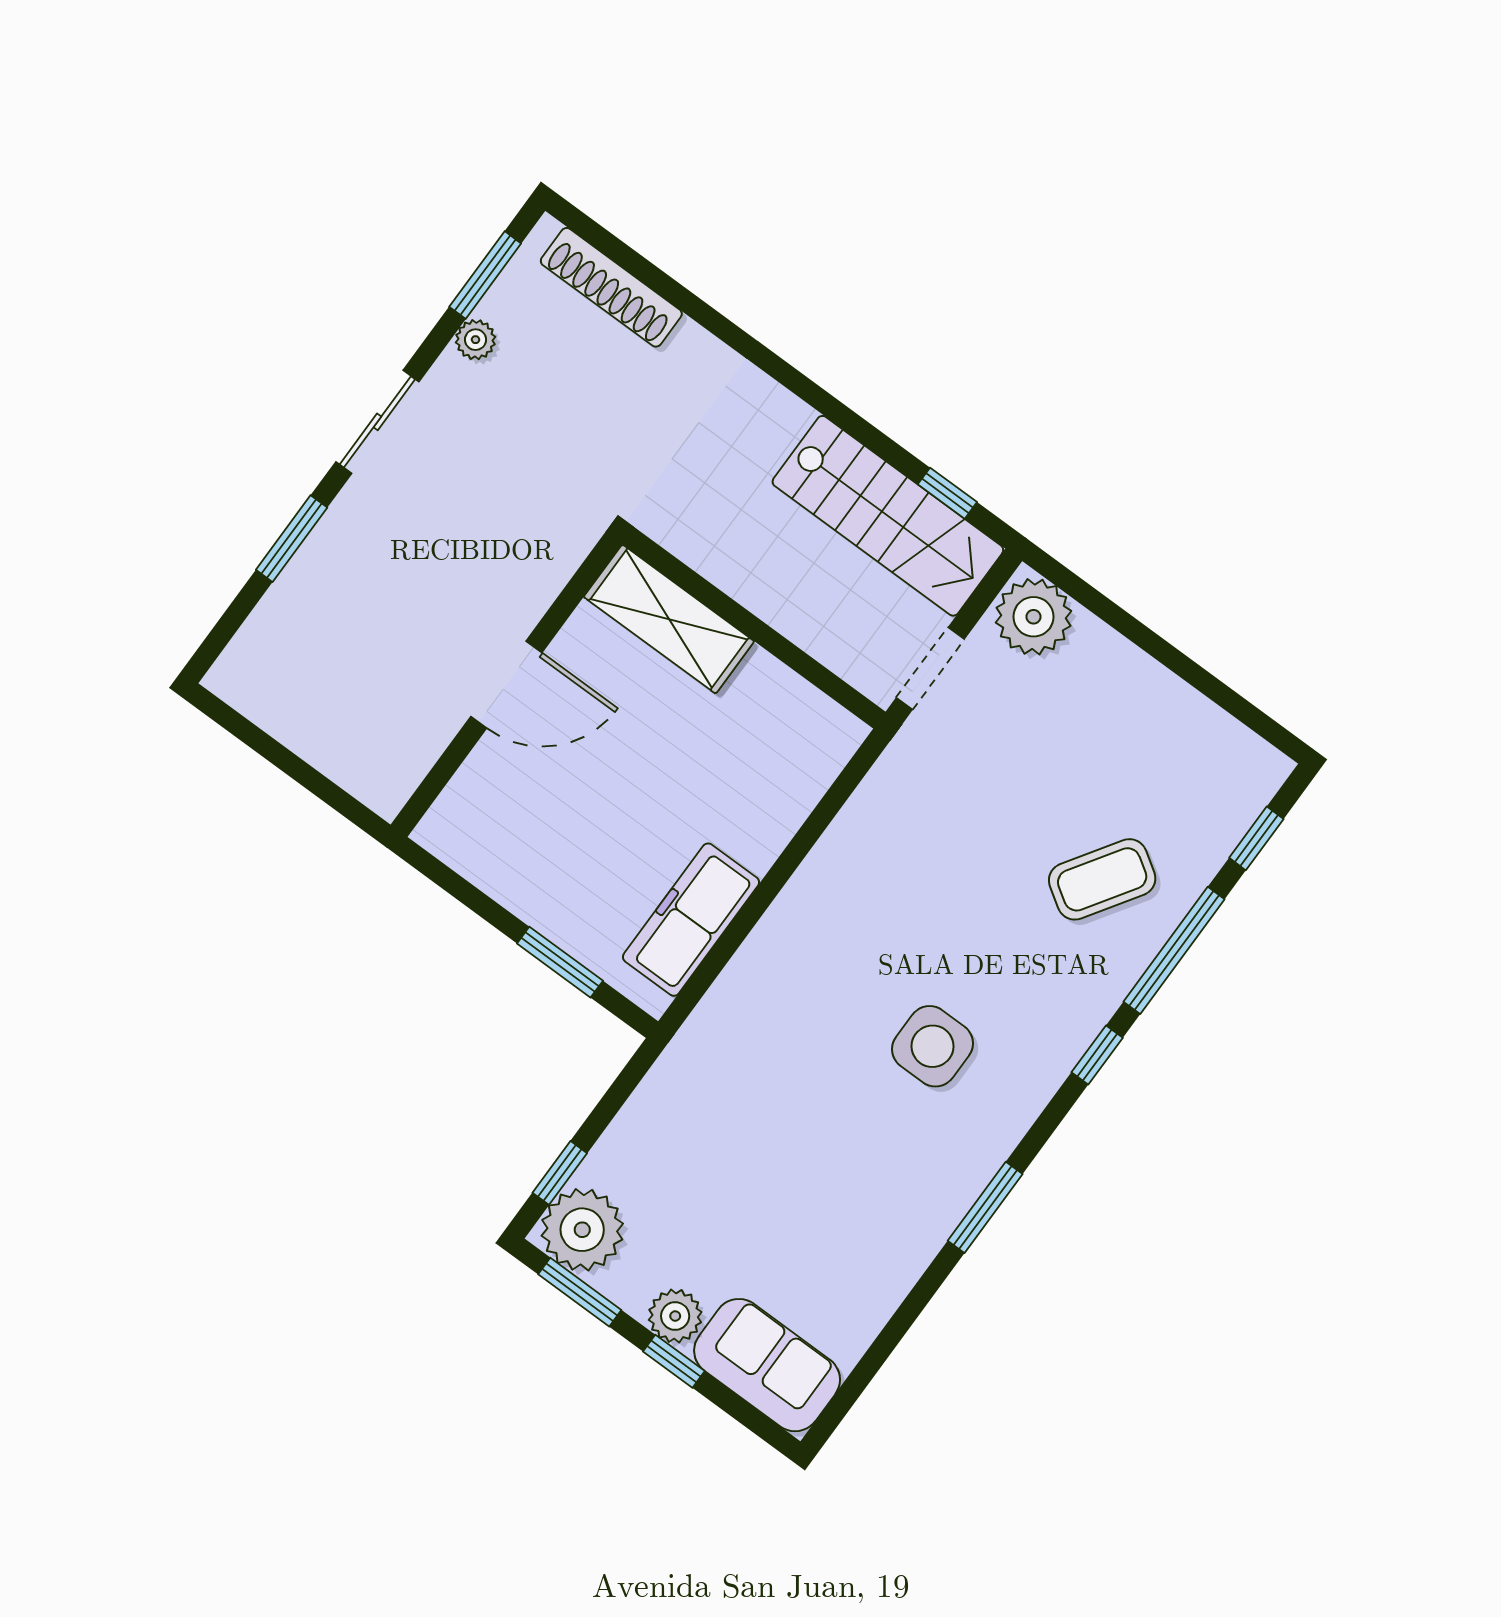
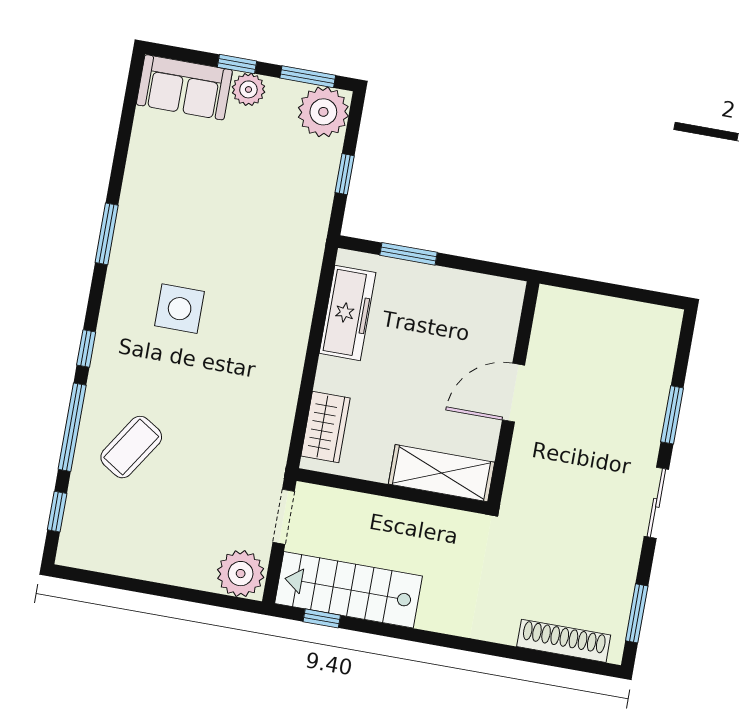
plant: (476, 340) -> (624, 575), removed
wardrobe: (805, 769) -> (326, 427), added
window: (560, 1173) -> (345, 174), moved

